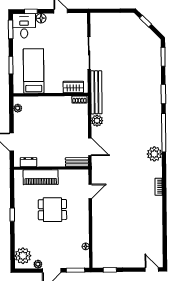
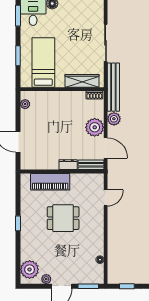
wardrobe: (73, 87) -> (82, 81), width x1.50
plant: (80, 128) -> (95, 127), added
dresser: (28, 162) -> (68, 165), moved

